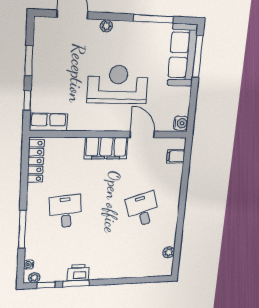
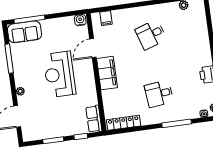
sofa: (182, 55) -> (25, 32), width x0.73

